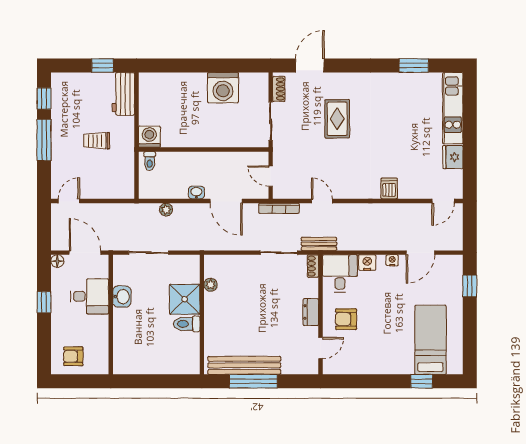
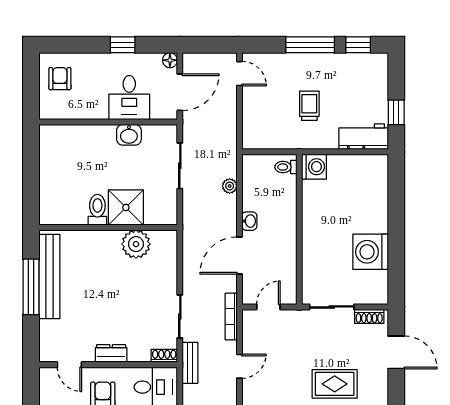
plant: (211, 285) -> (136, 244), width x1.88, depth x1.88

